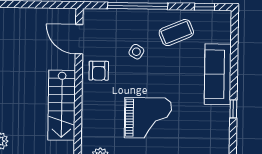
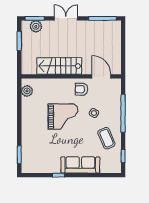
door: (79, 39) -> (101, 76), hinge flipped
grand piano: (148, 118) -> (63, 117), moved, turned -90

